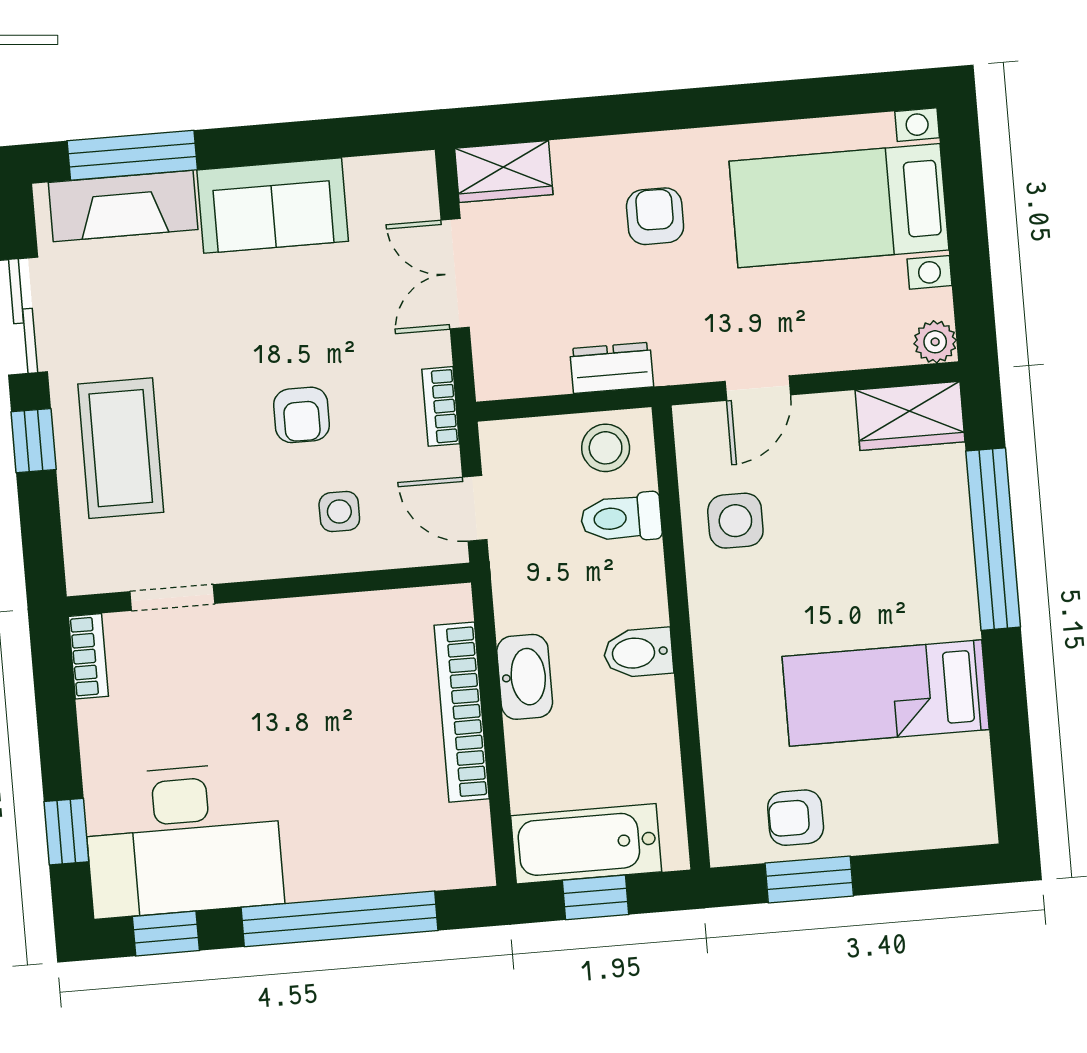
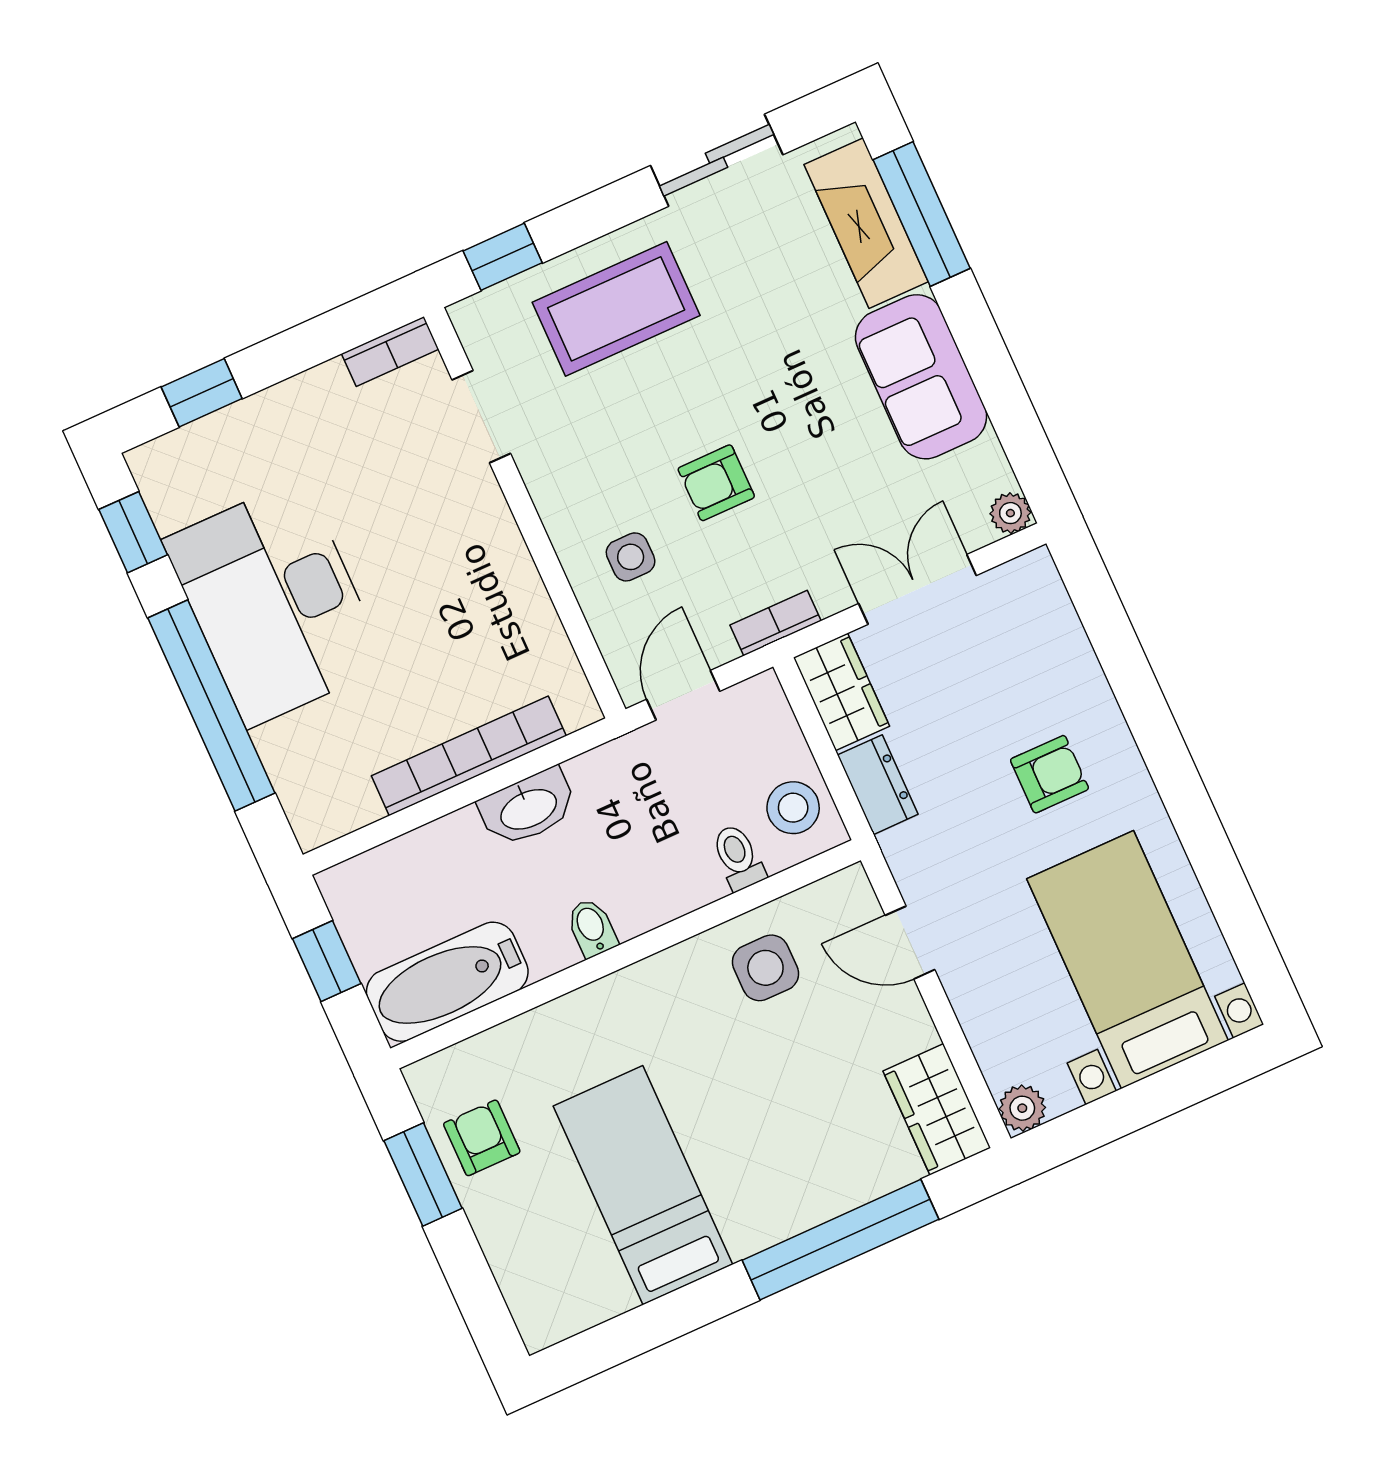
plant: (418, 170) -> (1010, 513), added
wardrobe: (504, 171) -> (841, 692), moved, turned 180
window: (34, 441) -> (503, 257), moved
toilet: (621, 518) -> (738, 857), width x0.73, depth x0.72
bidet: (638, 653) -> (592, 928), width x0.72, depth x0.74
desk: (183, 840) -> (275, 603), moved
bathtub: (586, 844) -> (447, 982), moved, turned -90

